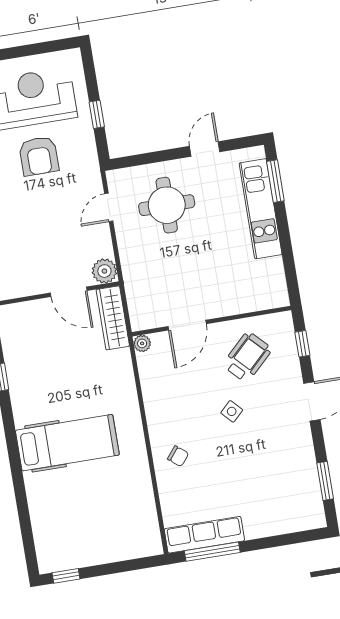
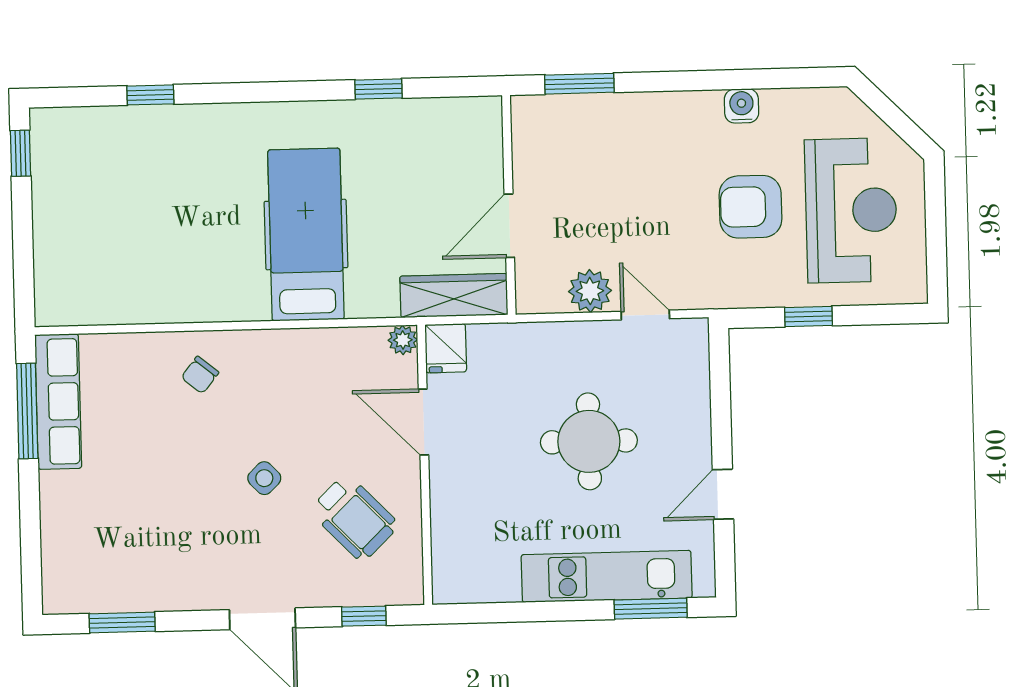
door: (205, 149) -> (723, 494), swing flipped
round table: (167, 205) -> (589, 441), moved
plant: (104, 271) -> (590, 291), moved
fridge: (143, 318) -> (446, 348), added
hospital bed: (67, 443) -> (306, 235), moved, turned 180
window: (23, 507) -> (150, 95), added

